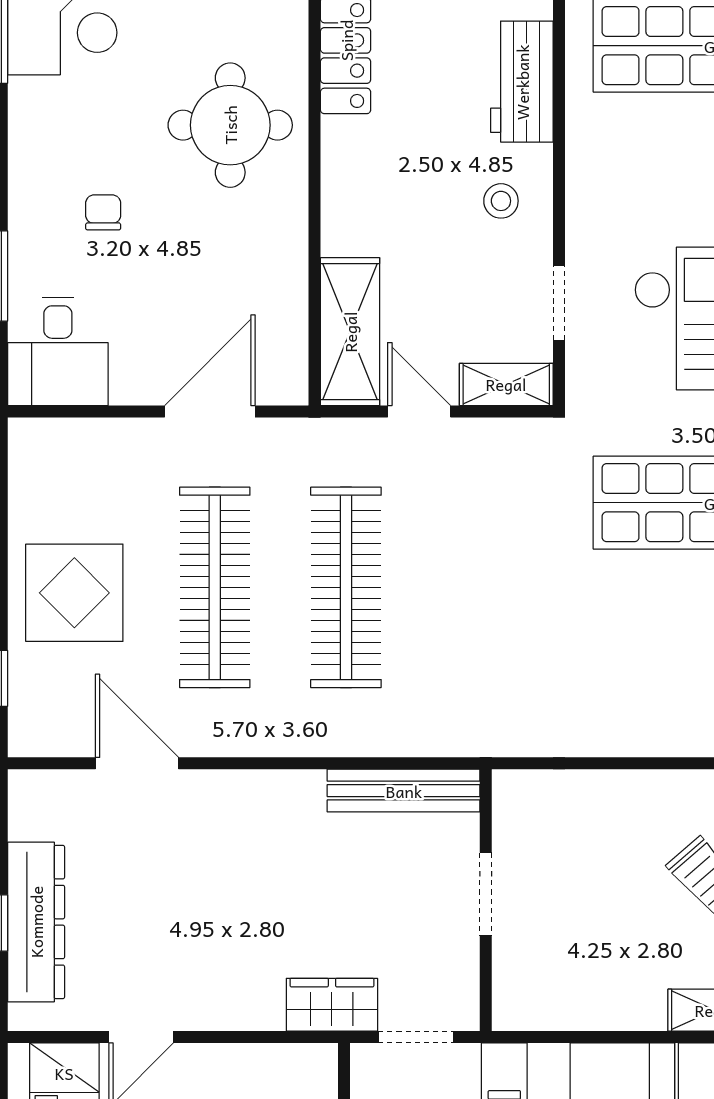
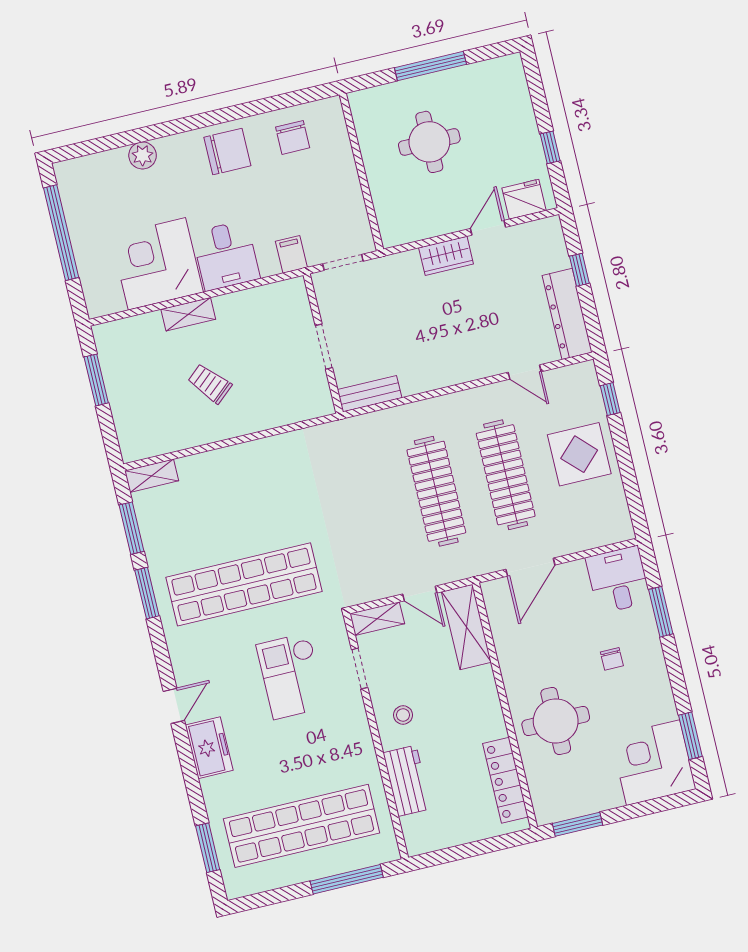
door: (137, 763) -> (525, 372), width x0.73
bench: (404, 791) -> (370, 394), width x0.73
dresser: (36, 922) -> (567, 314), moved
wardrobe: (332, 1005) -> (446, 256), moved

